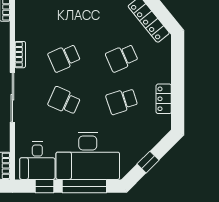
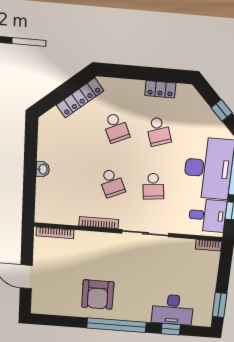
bookcase: (20, 55) -> (99, 223), width x1.56
school desk: (64, 101) -> (153, 186), turned -30

